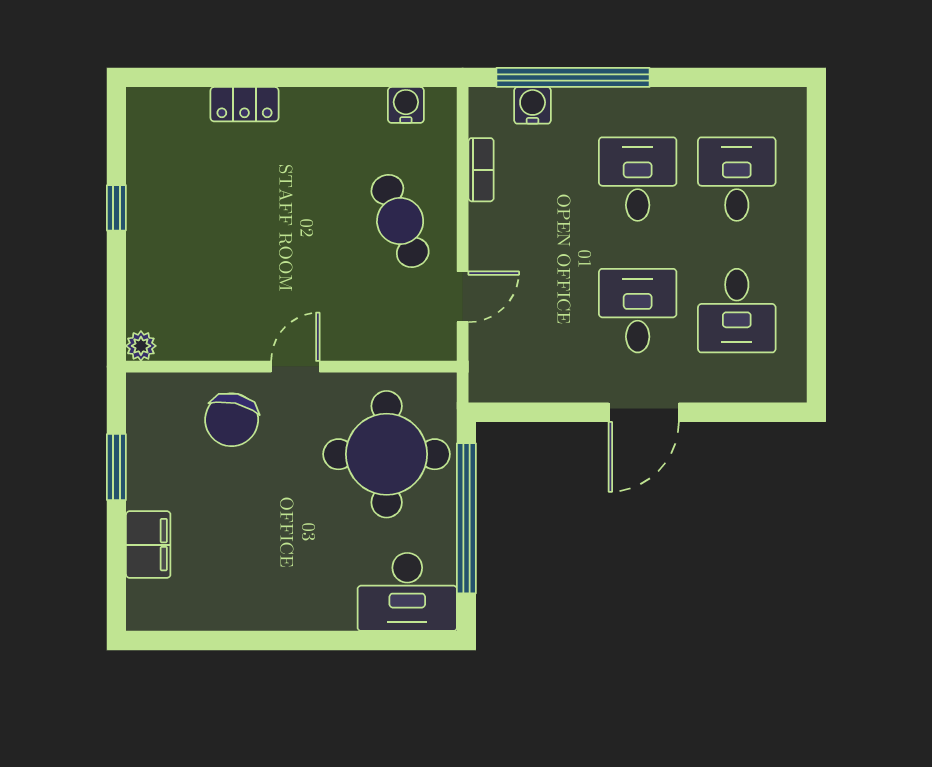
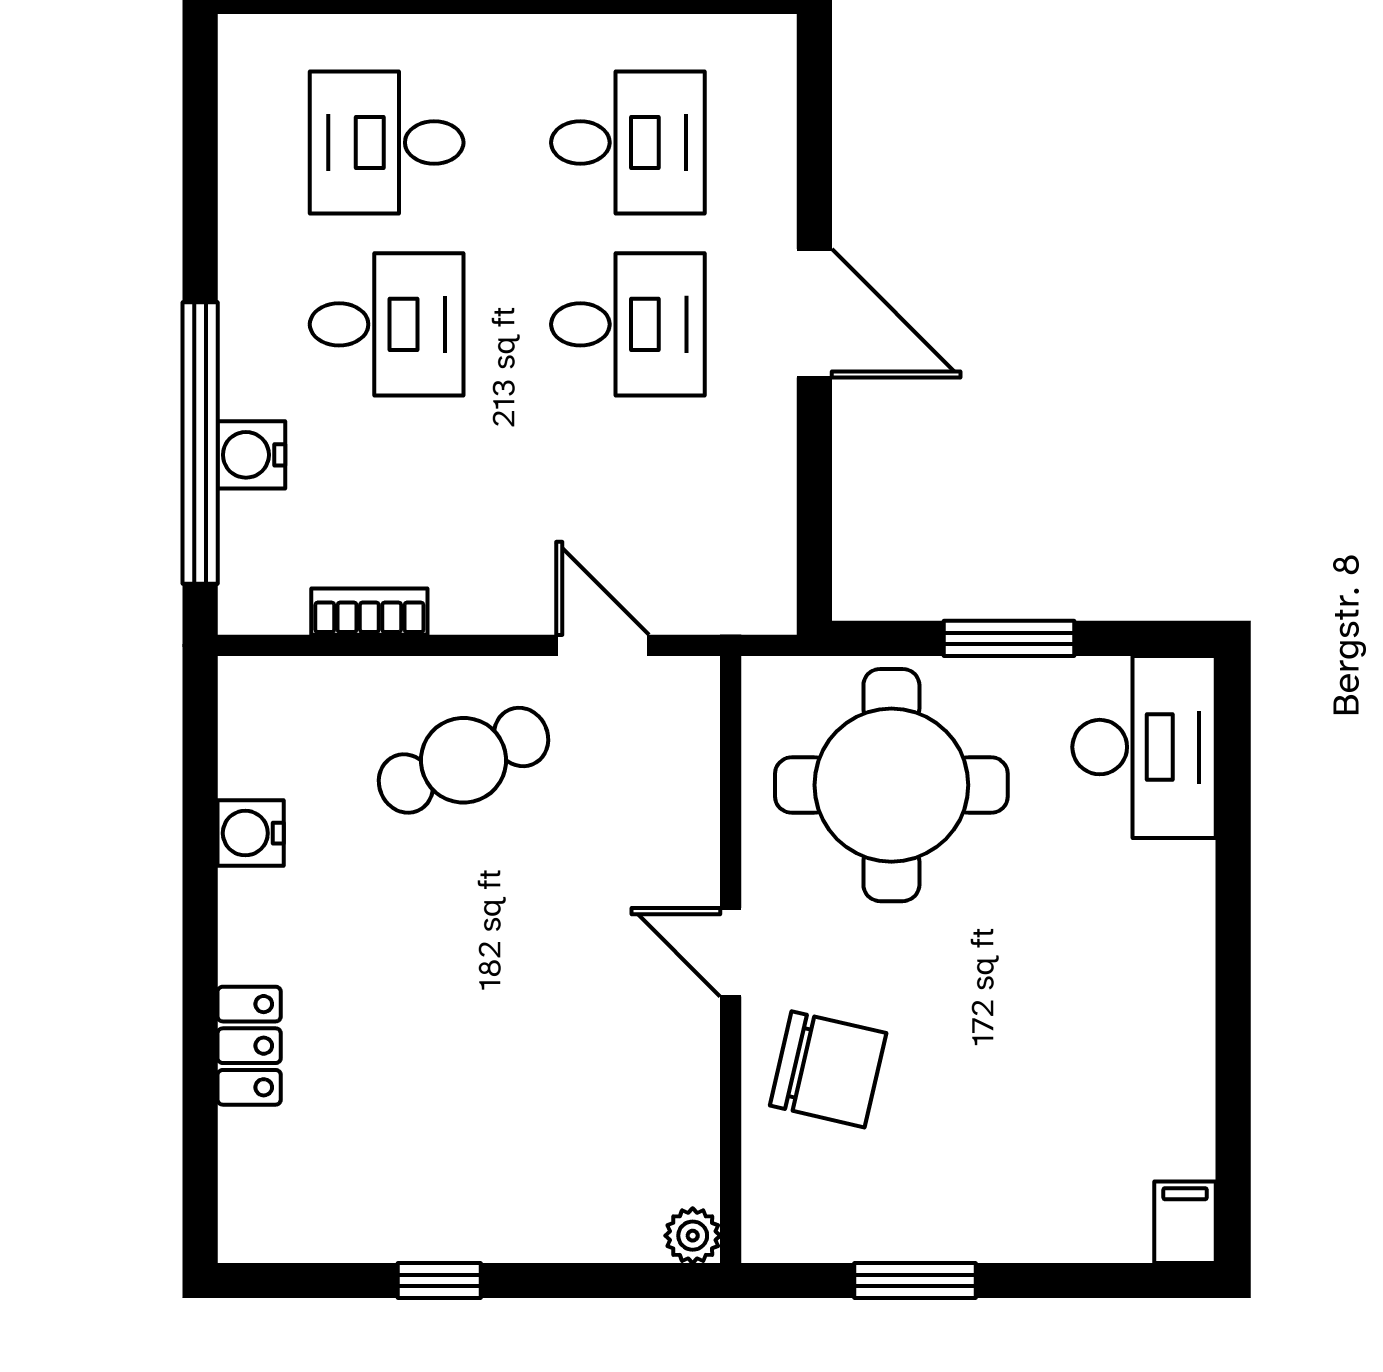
water cooler: (406, 105) -> (251, 833), moved
water cooler: (533, 105) -> (251, 455), moved
desk: (638, 179) -> (387, 324), turned 180
desk: (638, 311) -> (628, 324), turned 180
window: (466, 518) -> (1009, 638), width x0.47
filing cabinet: (148, 545) -> (1185, 1222), moved, width x0.50

